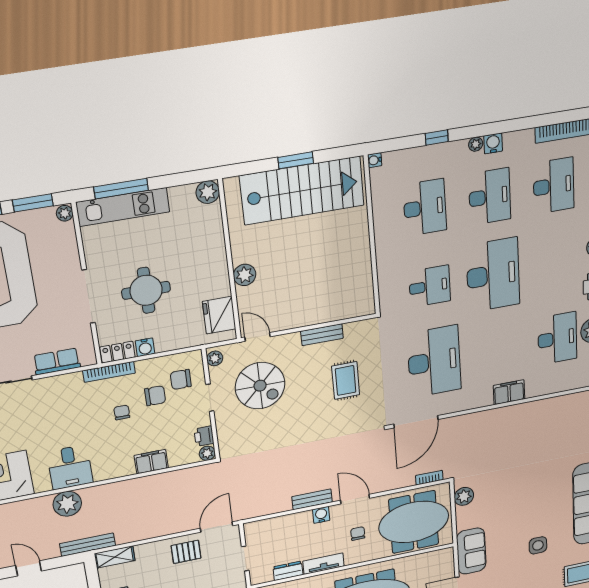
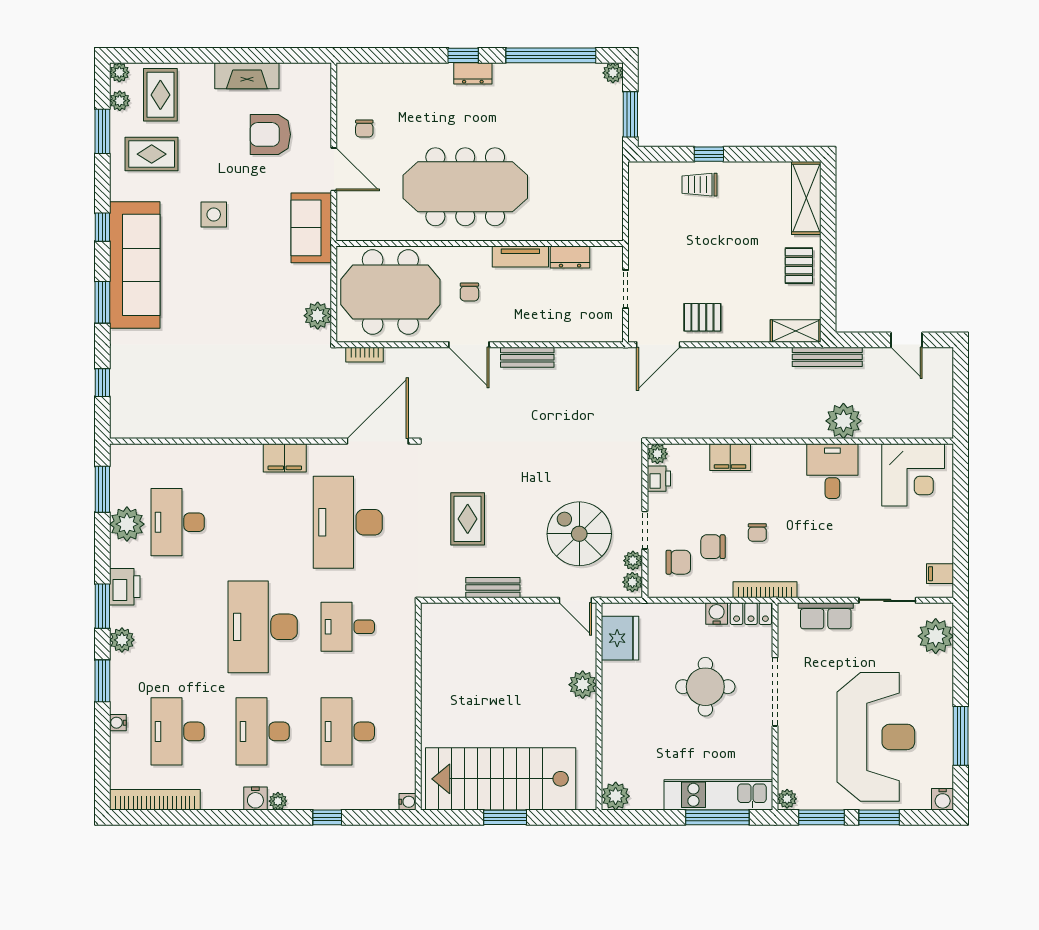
plant: (216, 374) -> (633, 561), added
filing cabinet: (509, 392) -> (285, 458), moved
water cooler: (321, 515) -> (517, 331), removed

